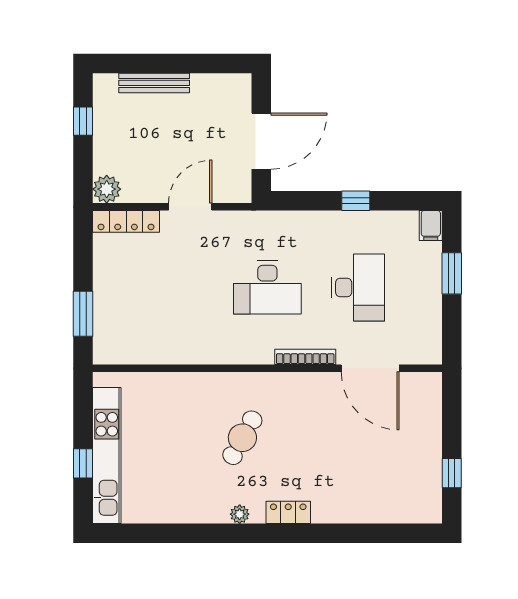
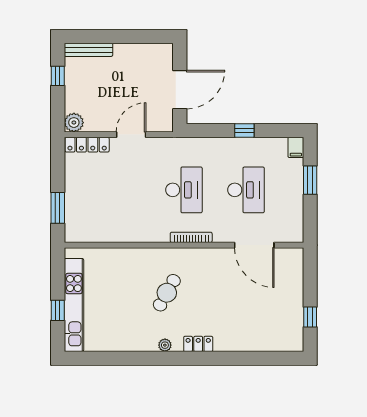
bench: (154, 83) -> (88, 50), moved
desk: (267, 288) -> (184, 190), turned -90
bookcase: (305, 357) -> (191, 237), moved

